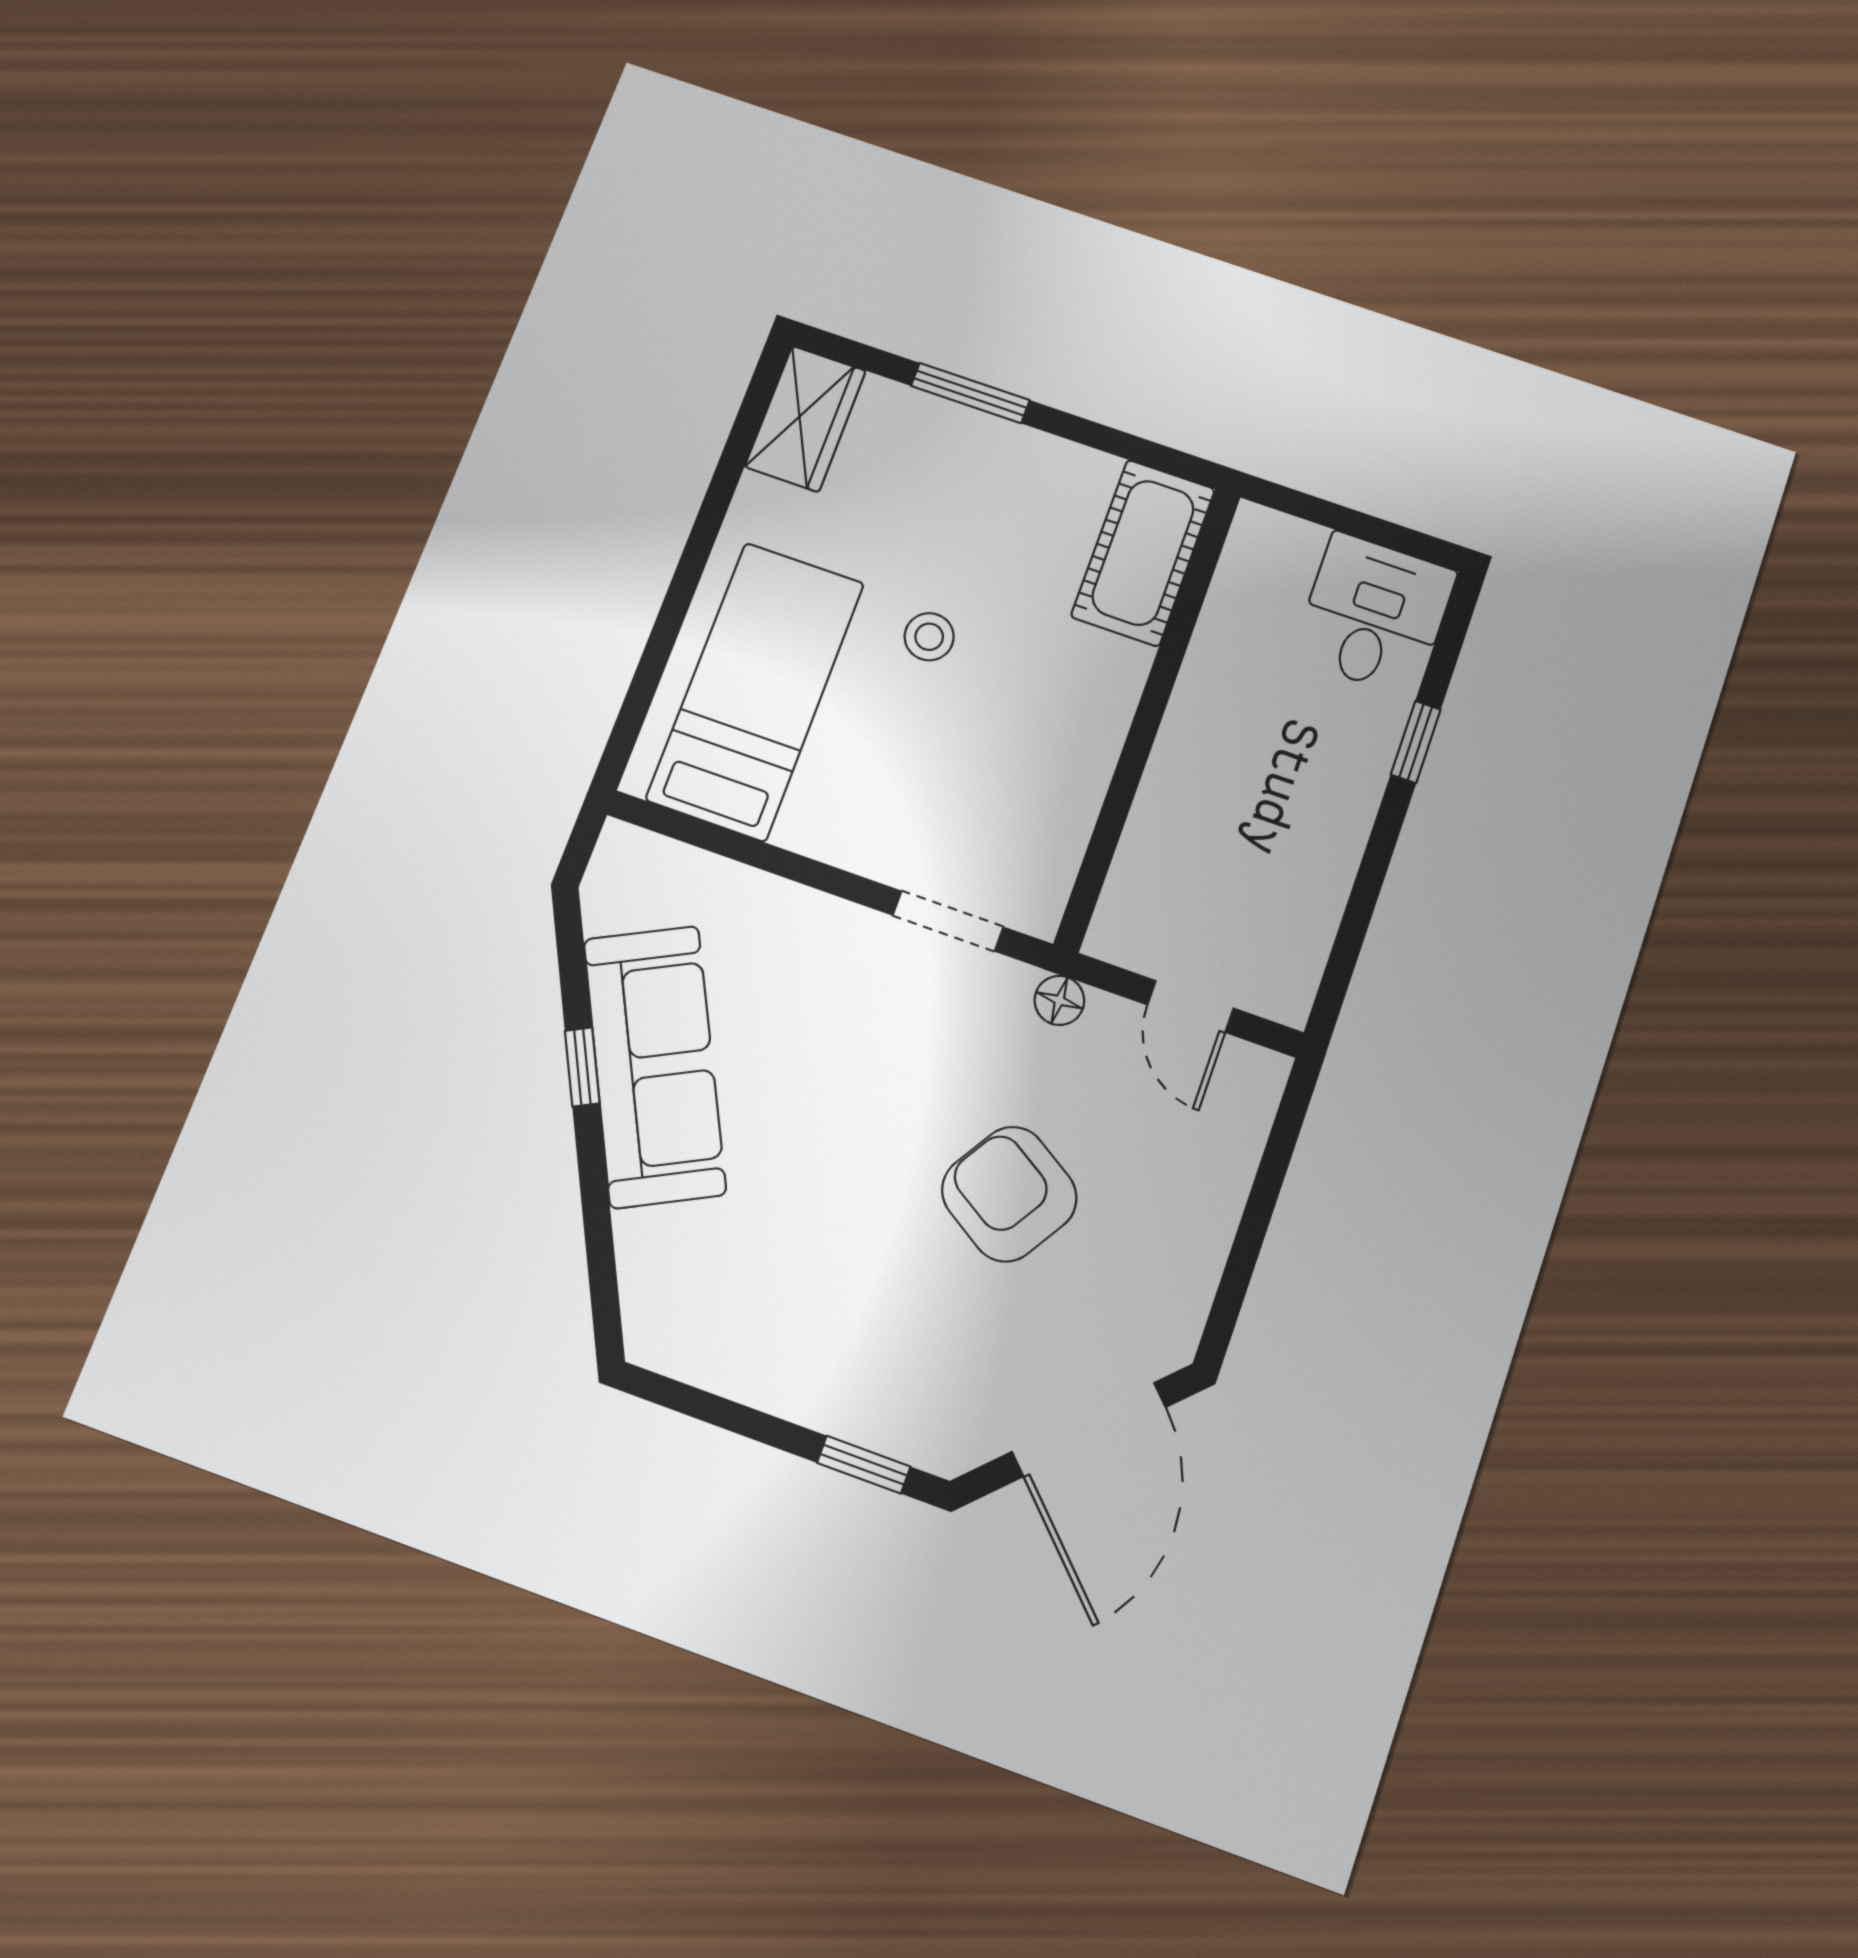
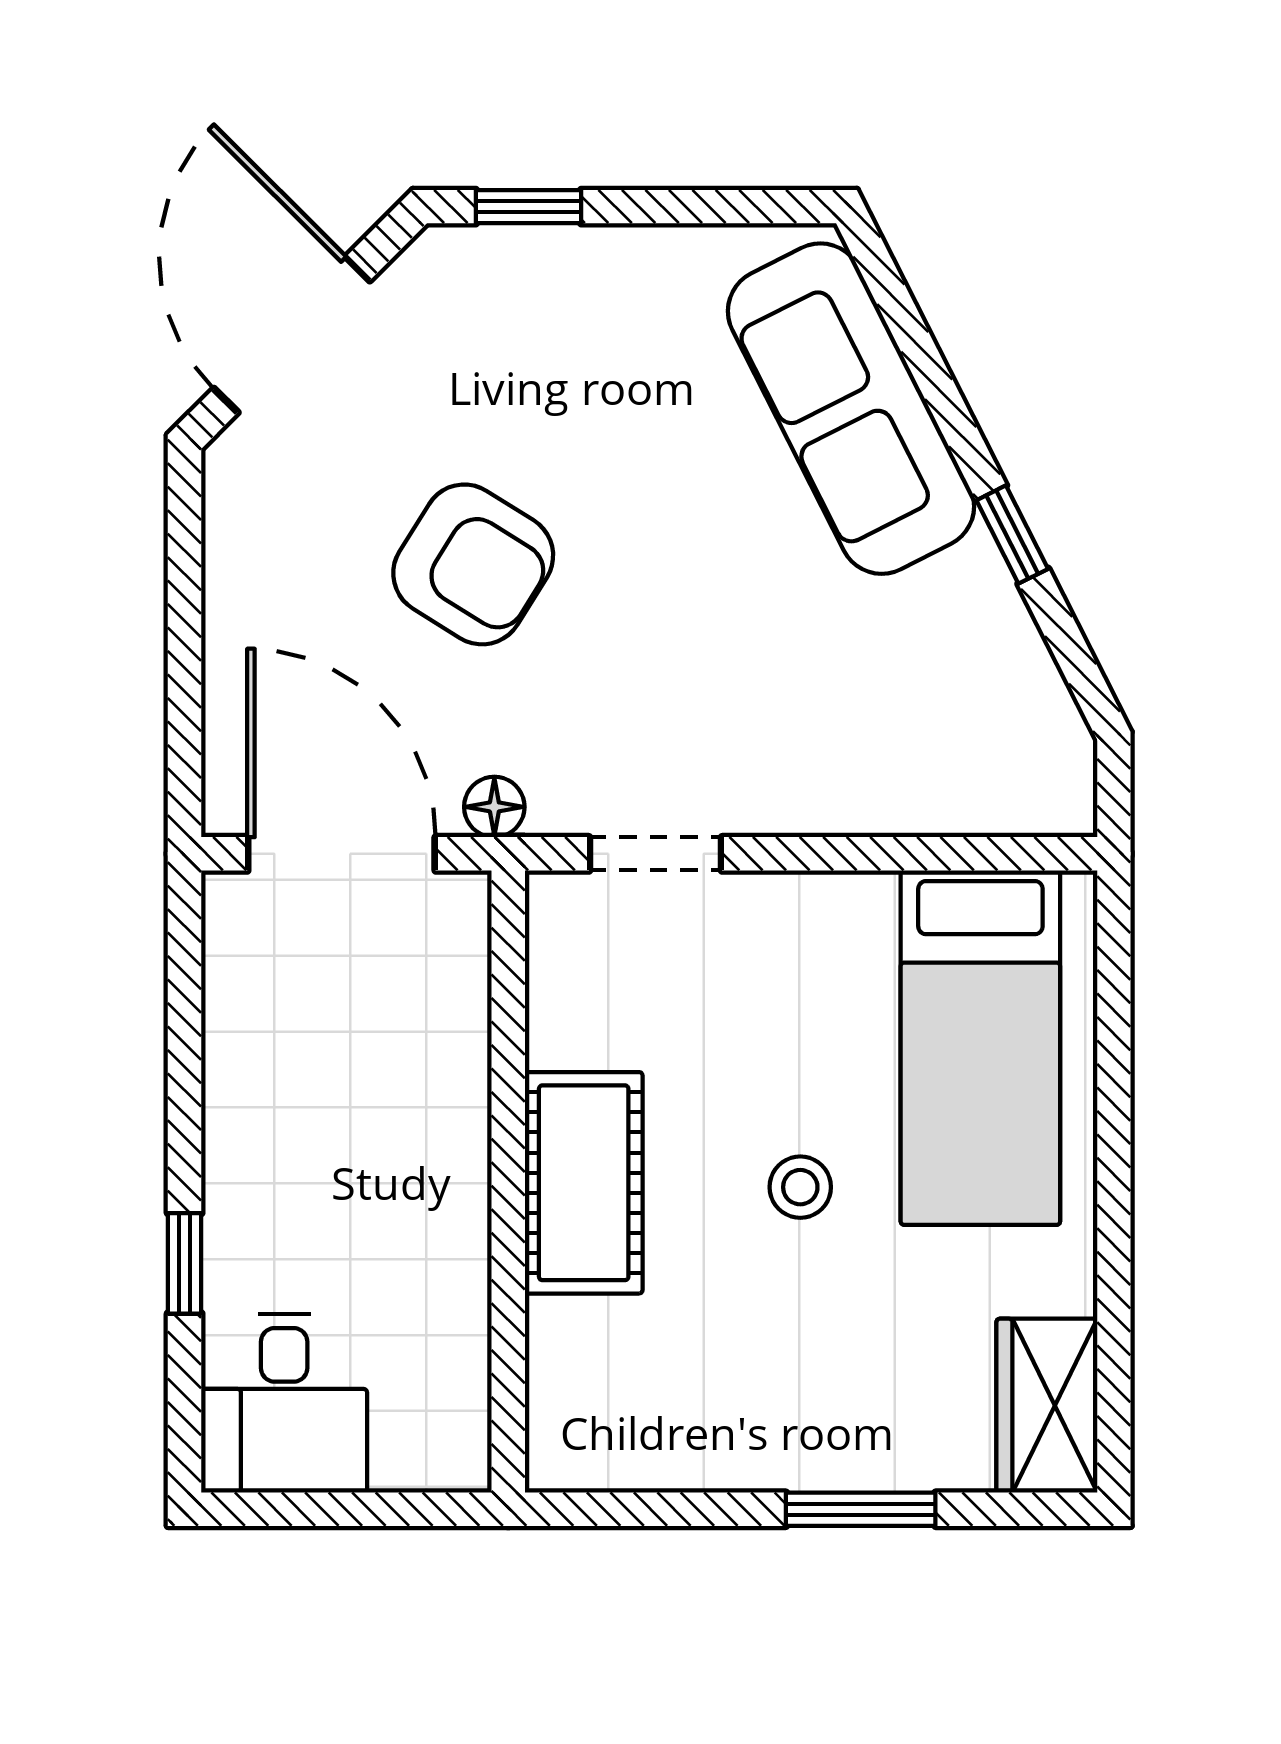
cot: (1143, 553) -> (584, 1183), moved
door: (1190, 1006) -> (341, 854), width x1.87
sofa: (655, 1066) -> (851, 409), moved

